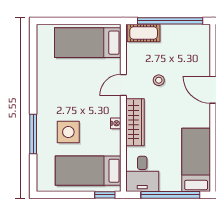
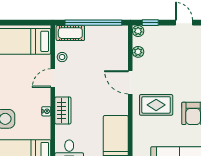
stool: (159, 80) -> (62, 57), moved
wardrobe: (135, 122) -> (63, 110), width x0.67

